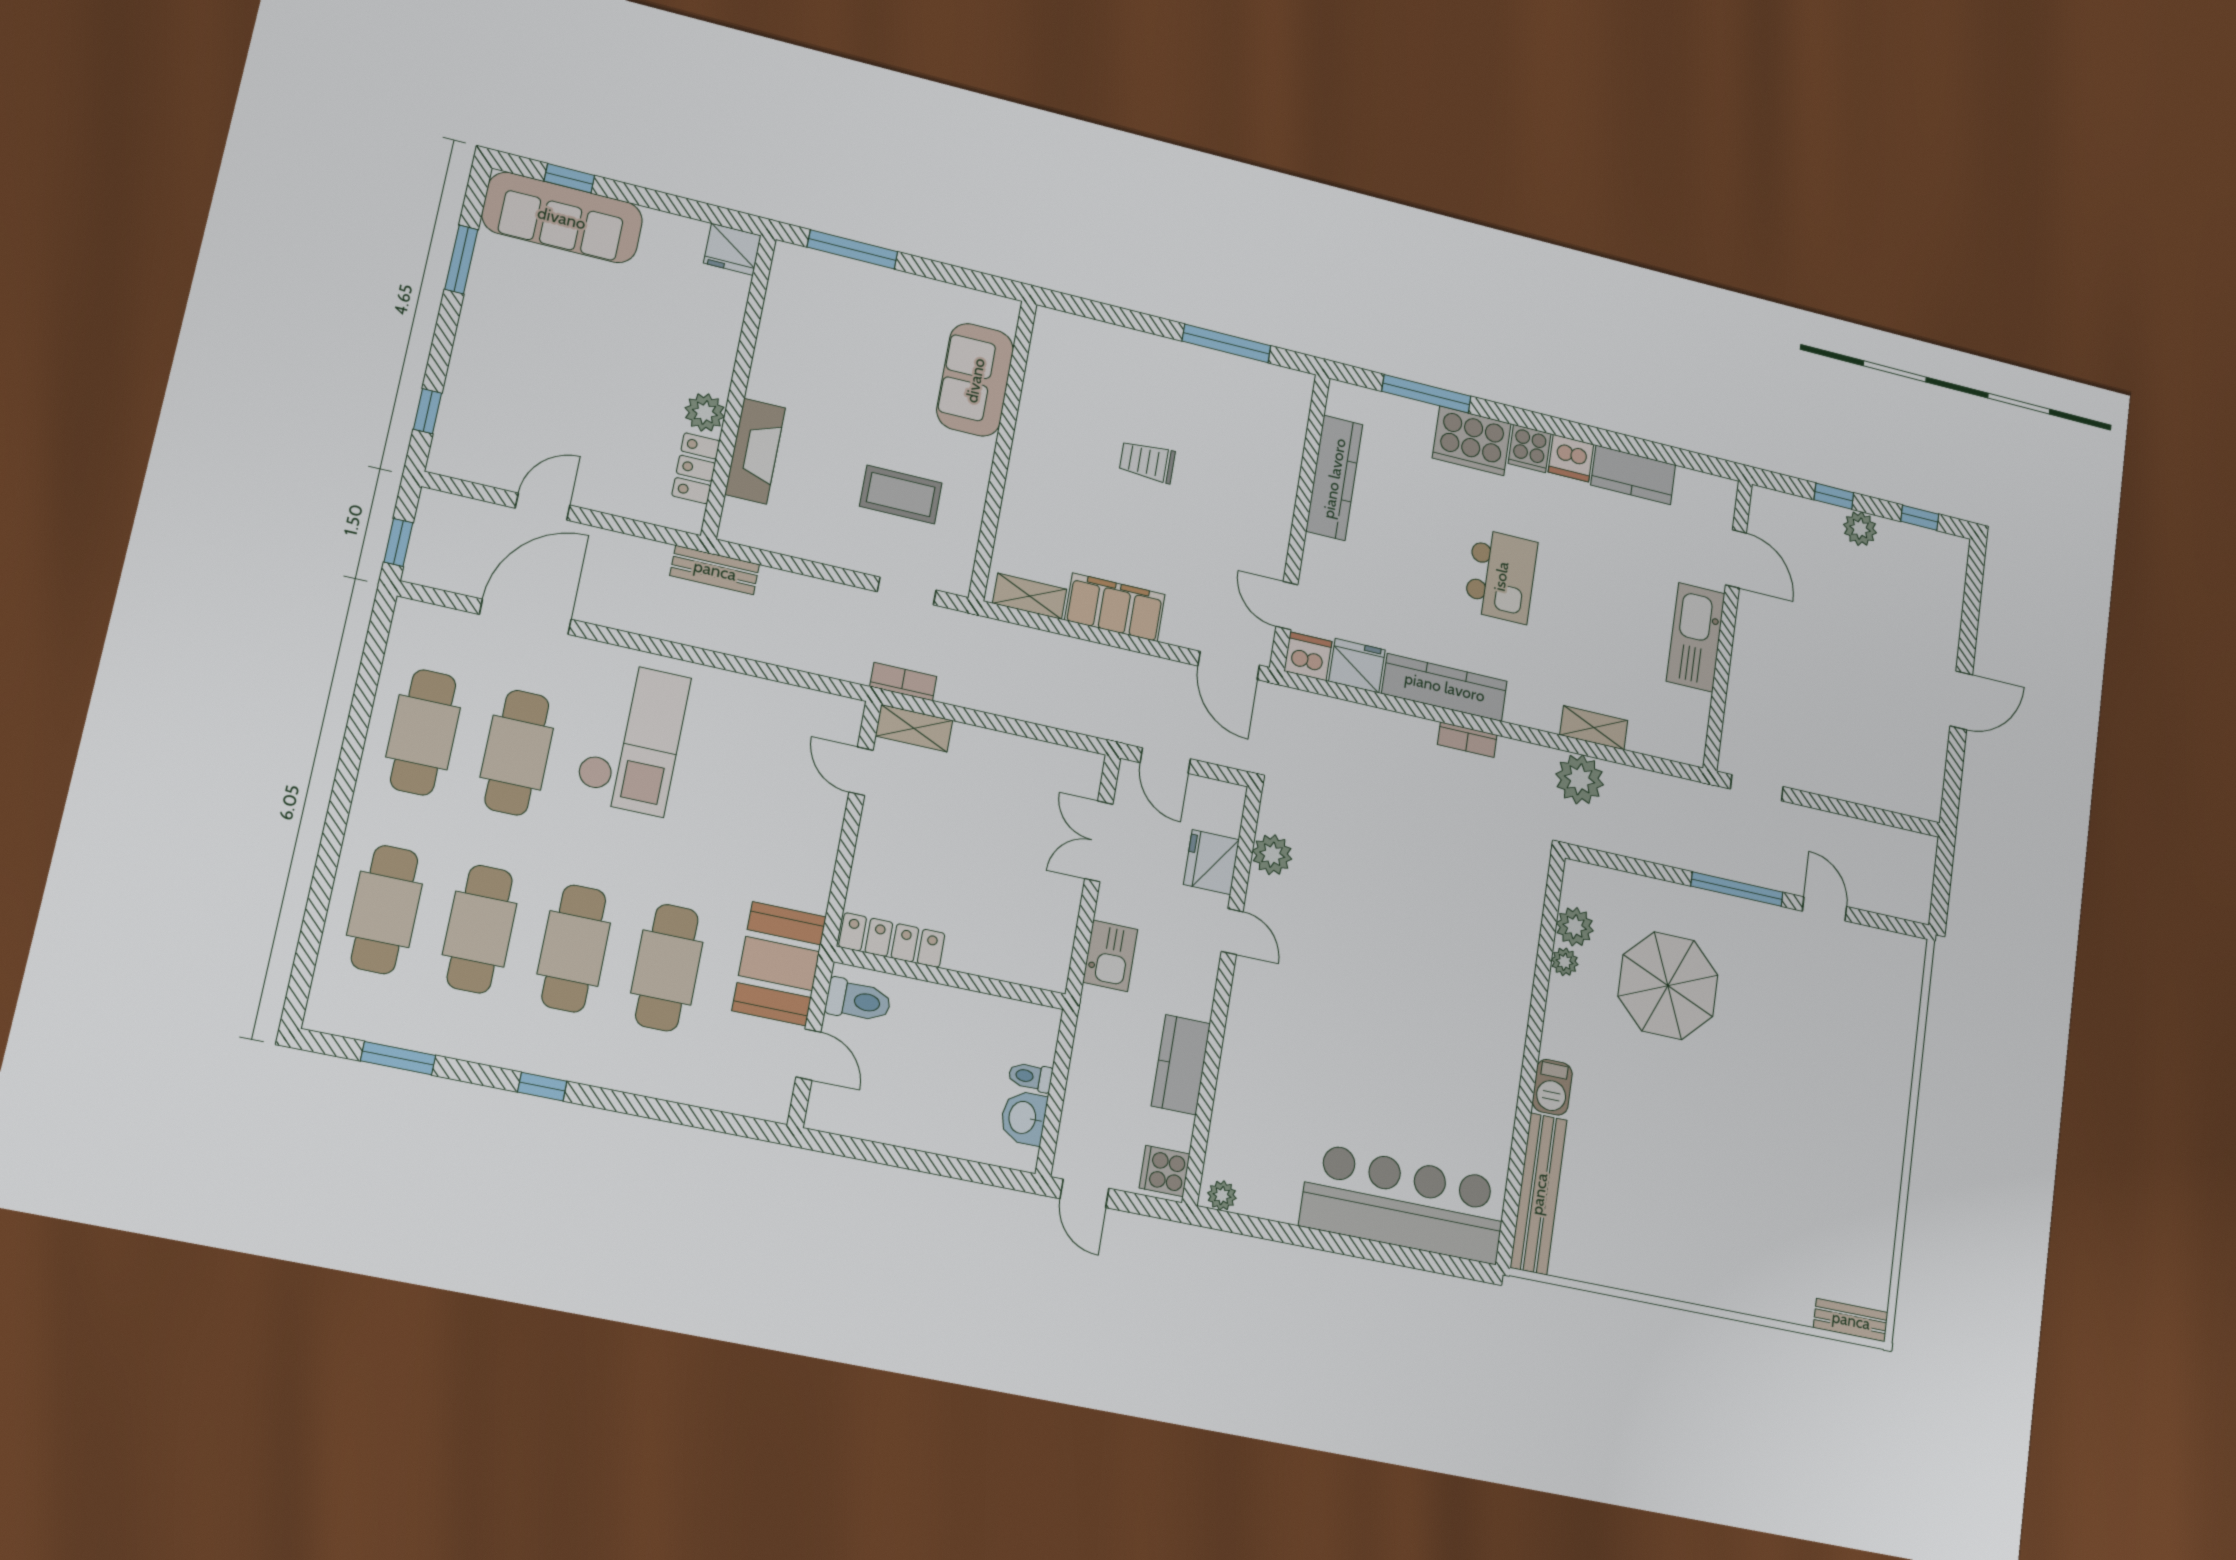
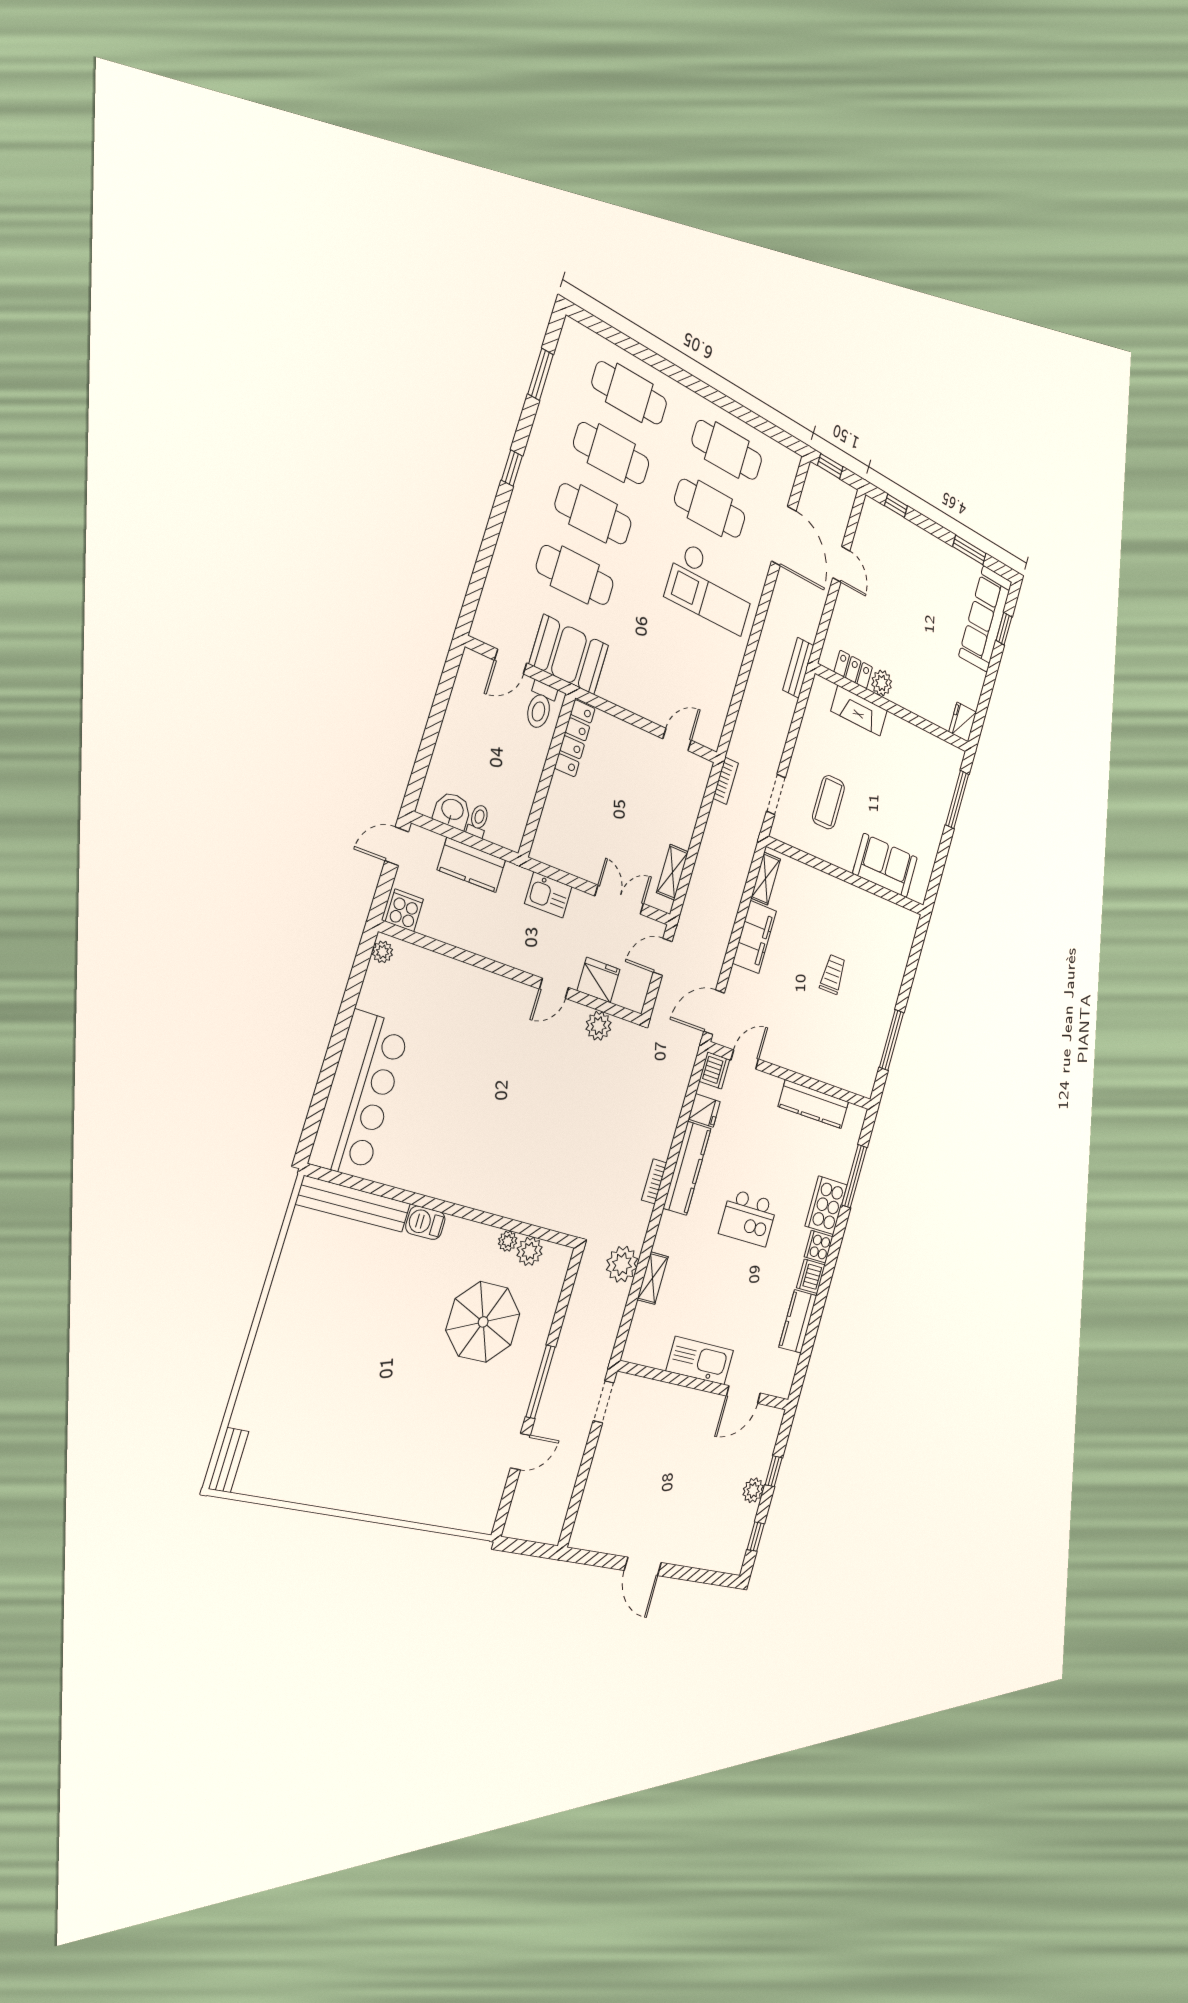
fridge: (1357, 666) -> (704, 1110), width x0.72
shelving: (914, 728) -> (672, 872), moved
kitchen counter: (1181, 1065) -> (472, 865), moved, turned 180

